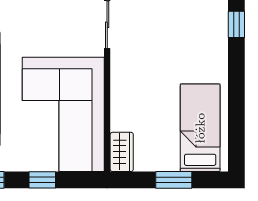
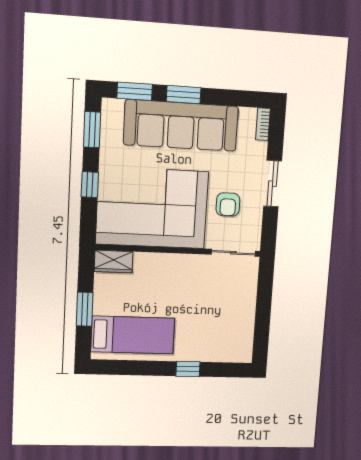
window: (236, 24) -> (188, 369), moved
armchair: (56, 34) -> (228, 204), added

